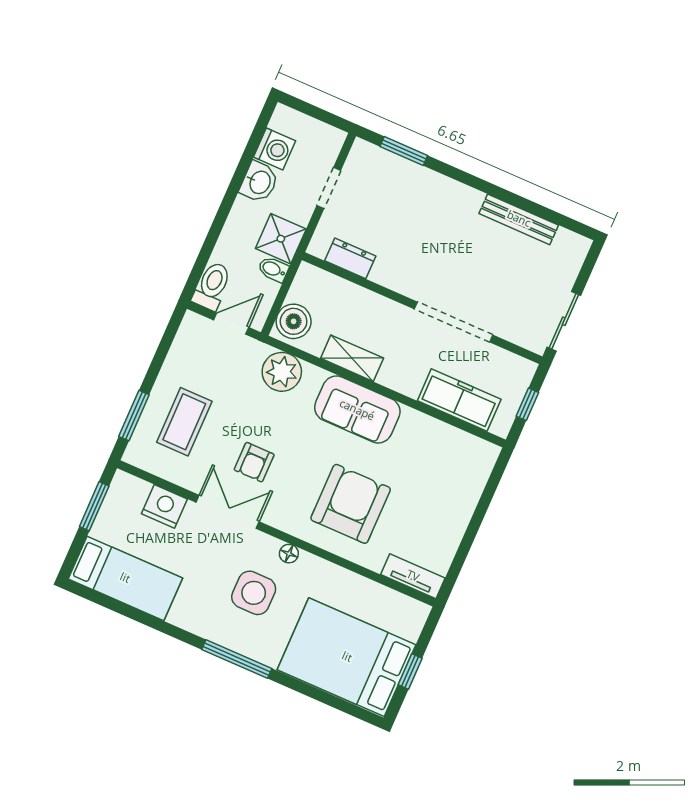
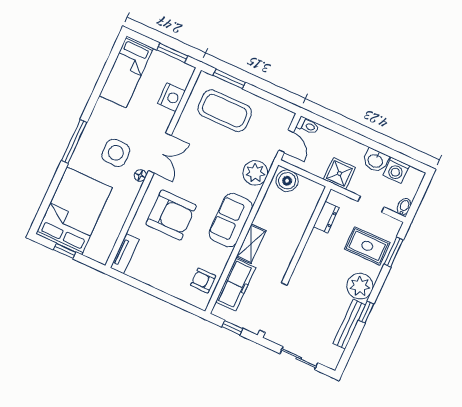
rug: (395, 193) -> (367, 246), added
window: (499, 193) -> (366, 312), added
plant: (459, 204) -> (360, 286), added
bidet: (273, 269) -> (404, 207), moved
toilet: (212, 286) -> (308, 126), width x0.73, depth x0.72
sliding door: (564, 321) -> (299, 358), moved
doorway: (453, 322) -> (273, 308), moved
shelving: (352, 358) -> (251, 244), moved
coffee table: (184, 422) -> (225, 111), width x1.36, depth x1.32
armchair: (254, 462) -> (203, 281), moved
double door: (228, 512) -> (160, 153), moved

